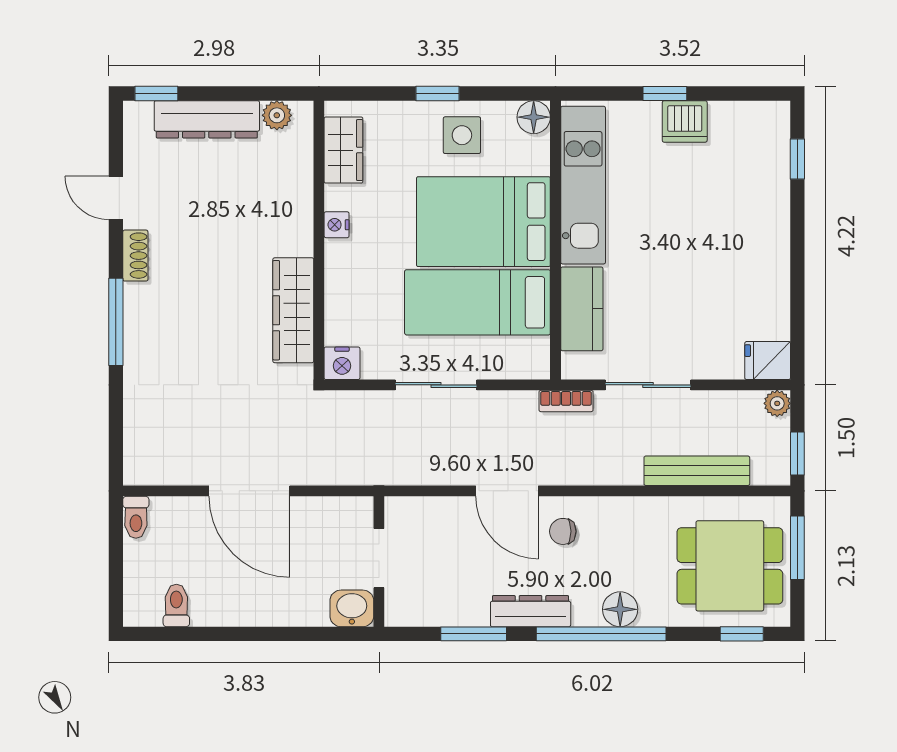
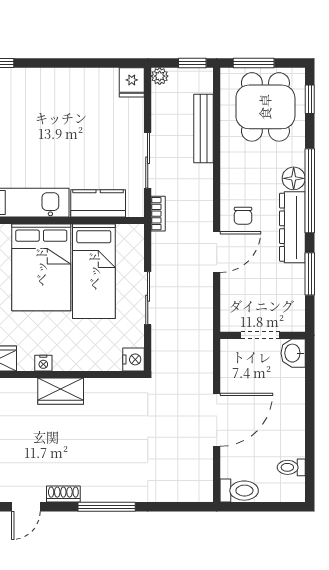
wardrobe: (293, 310) -> (61, 391), moved, width x0.67
toilet: (136, 517) -> (239, 491), width x1.37, depth x1.39
dresser: (531, 611) -> (292, 227), width x1.37, depth x1.24

